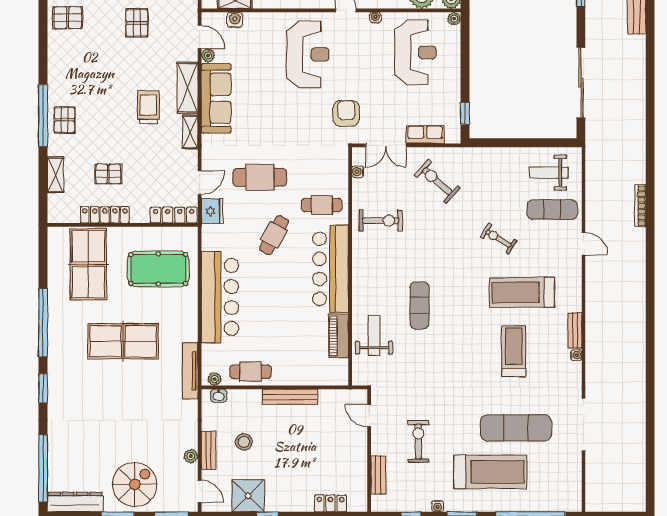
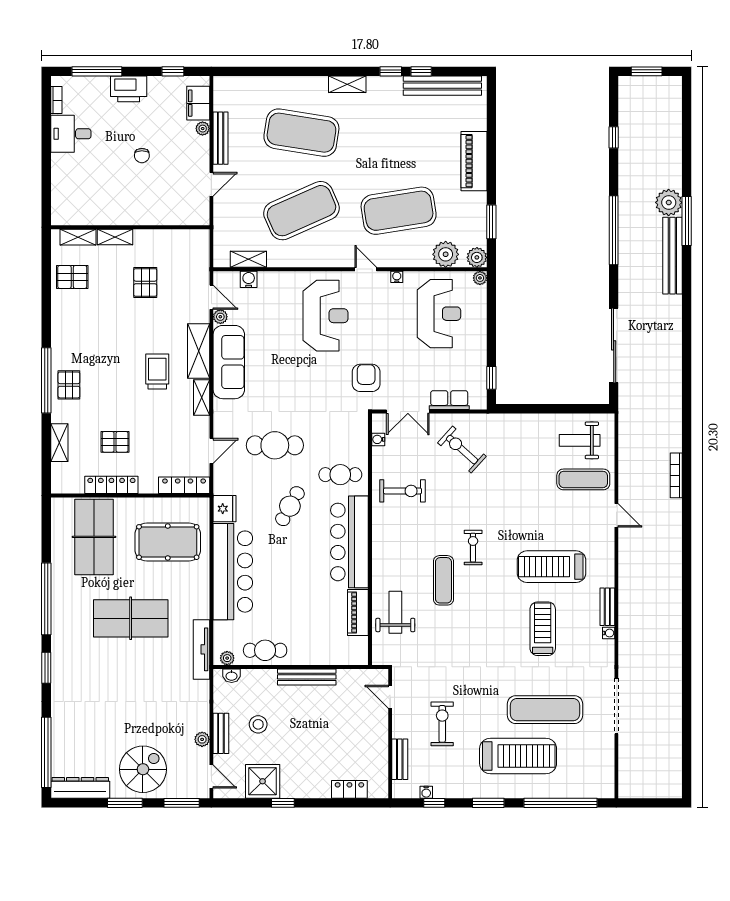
fridge: (212, 211) -> (225, 509), moved
exercise bike: (498, 239) -> (473, 548), moved, turned 58
water cooler: (438, 506) -> (426, 792), moved

